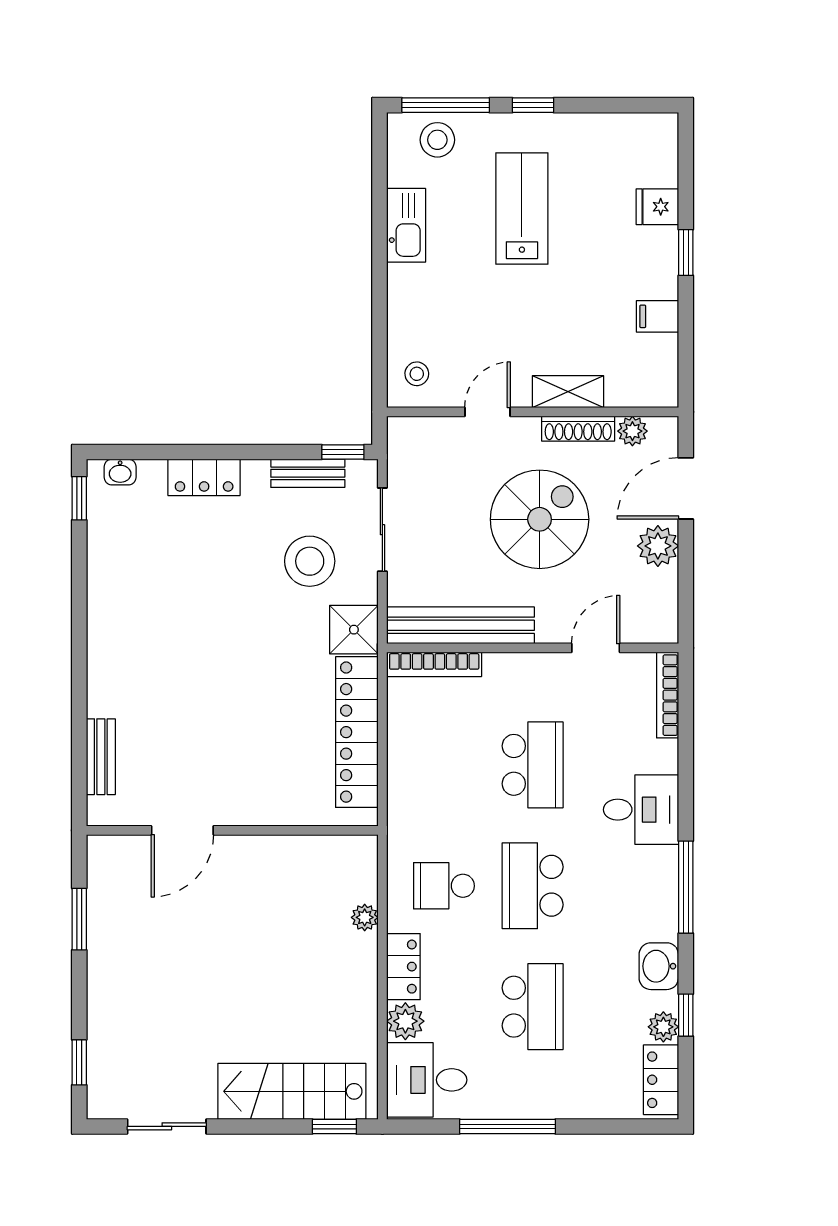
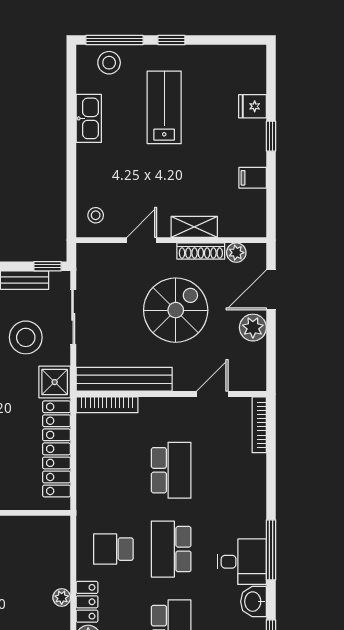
desk: (641, 810) -> (242, 562), moved
plant: (365, 917) -> (62, 597), moved

